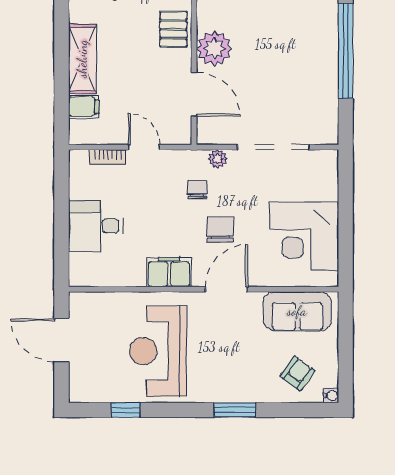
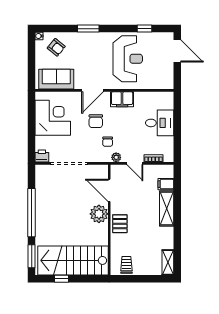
plant: (218, 159) -> (116, 157), moved
printer: (325, 161) -> (42, 156), added
door: (61, 340) -> (177, 51), moved
armchair: (297, 373) -> (56, 47), turned -87

